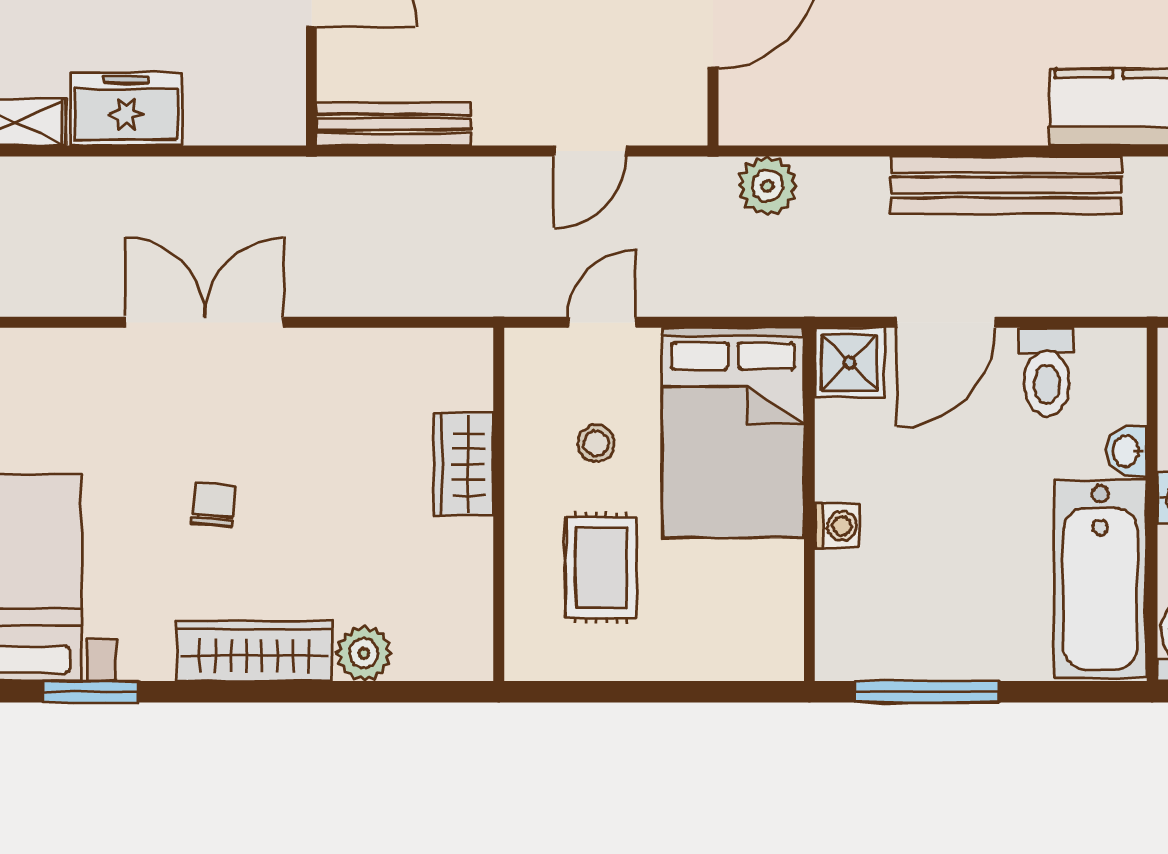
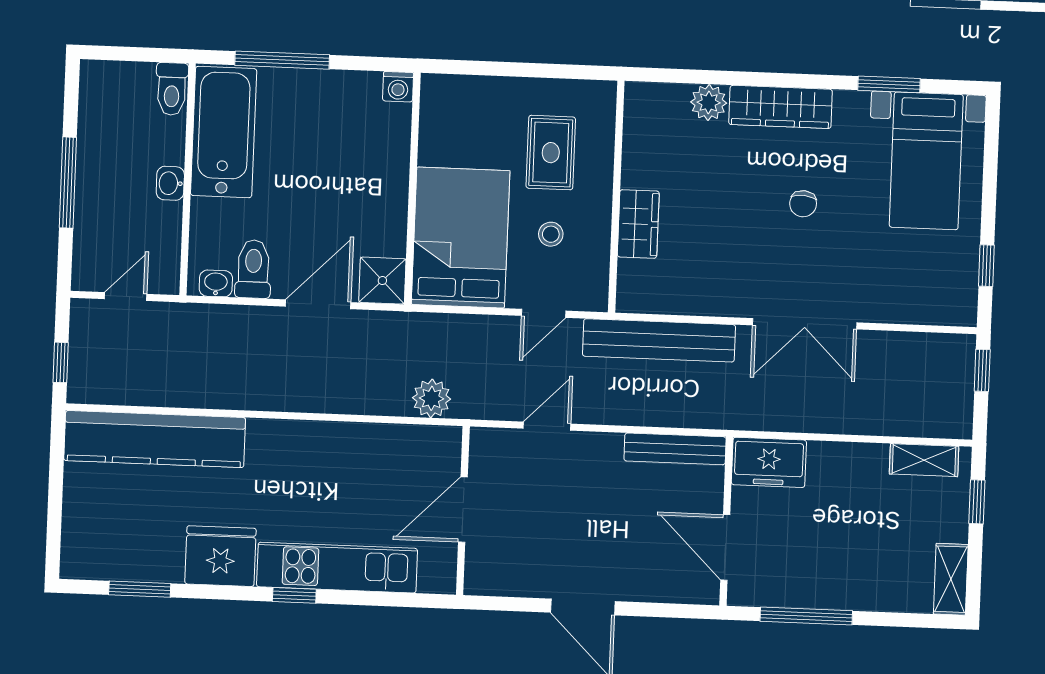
freezer: (126, 109) -> (769, 462), moved
bench: (1006, 185) -> (659, 340), moved
washbasin: (1127, 451) -> (216, 283), moved, turned -90
washing machine: (837, 526) -> (398, 87), moved, turned -90
window: (927, 692) -> (282, 60), moved

